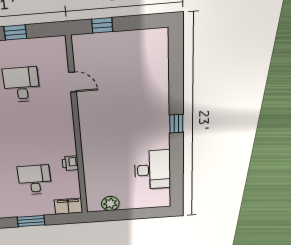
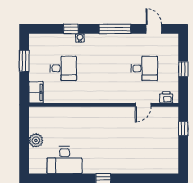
printer: (70, 163) -> (166, 97), moved
plant: (110, 204) -> (36, 140), moved

